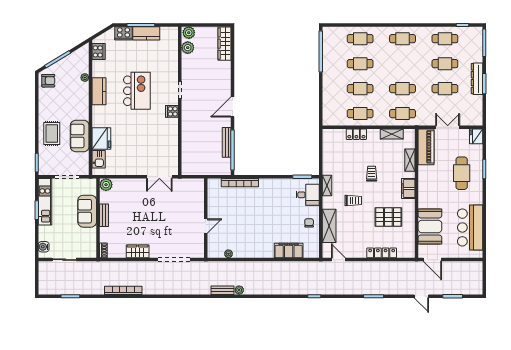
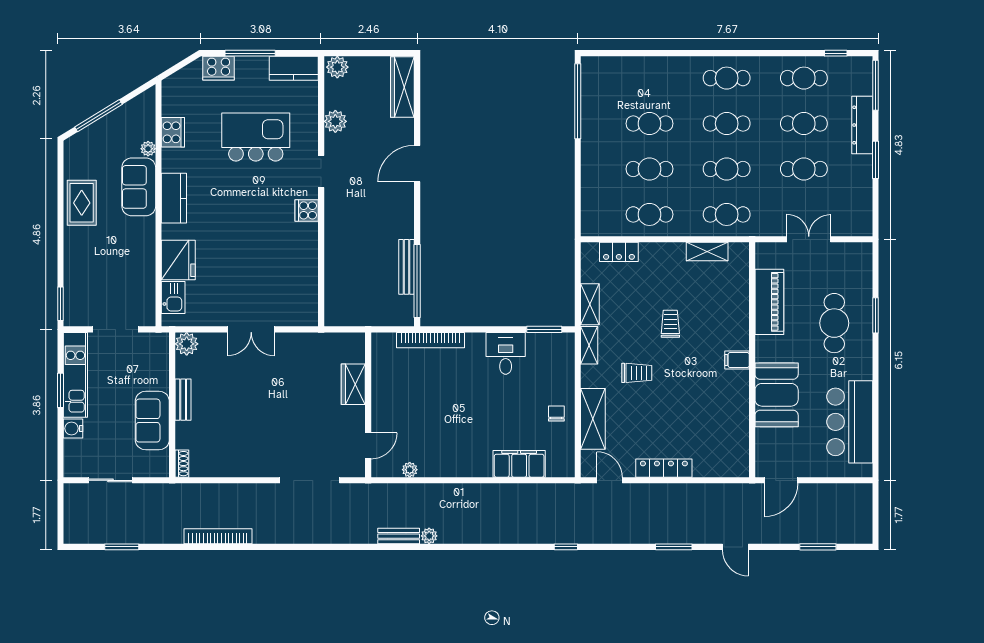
kitchen counter: (146, 33) -> (294, 68), moved
cafe table: (360, 39) -> (727, 124), moved
plant: (188, 48) -> (335, 121), moved
cooker: (98, 51) -> (173, 132), moved
dresser: (477, 79) -> (862, 125), moved
armchair: (48, 81) -> (81, 154), removed
kitchen counter: (99, 91) -> (174, 198), moved
kitchen island: (137, 91) -> (256, 137), moved, turned -90
door: (233, 107) -> (417, 164), moved
rug: (52, 133) -> (82, 203), moved
locker: (356, 134) -> (619, 252), moved
sofa: (80, 136) -> (139, 187), moved
fridge: (476, 136) -> (861, 256), removed
piano: (426, 147) -> (769, 302), moved
shelving: (410, 160) -> (590, 304), moved
double door: (159, 177) -> (251, 329), moved
filing cabinet: (408, 188) -> (737, 360), width x0.50
desk: (308, 195) -> (506, 353), moved, turned -90
sofa: (87, 211) -> (152, 421), moved
pallet: (388, 217) -> (701, 403), removed
door: (206, 226) -> (368, 446), moved
booth: (430, 226) -> (777, 395), moved
water cooler: (44, 247) -> (73, 428), moved
wardrobe: (138, 251) -> (353, 384), moved, turned -90
locker: (382, 253) -> (664, 468), moved
door: (432, 260) -> (781, 480), hinge flipped
door: (421, 296) -> (735, 547), moved

